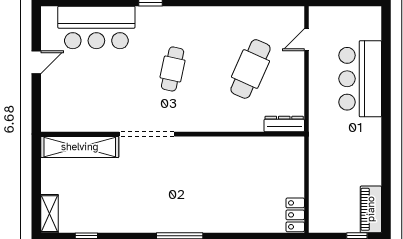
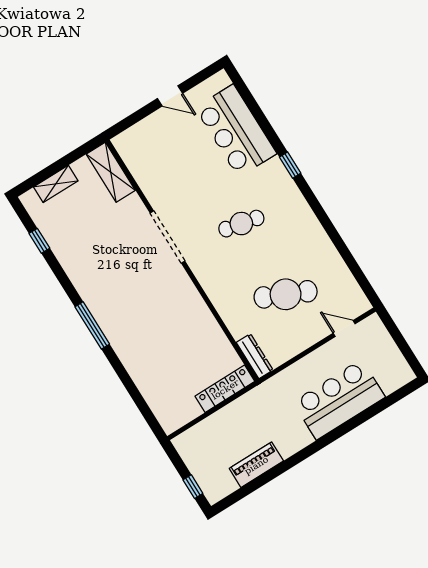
shelving: (80, 147) -> (111, 172), width x0.68
piano: (371, 209) -> (256, 465), moved
shelving: (49, 214) -> (56, 184), moved
locker: (295, 215) -> (225, 389), moved, width x1.53

